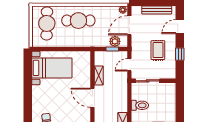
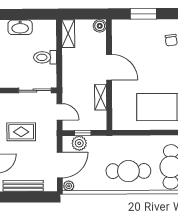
rug: (158, 50) -> (21, 132), turned 90
door: (129, 65) -> (60, 112), hinge flipped

